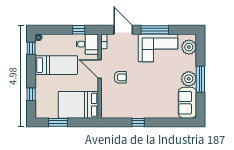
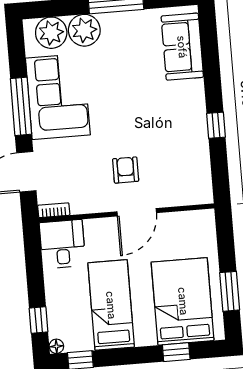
window: (79, 30) -> (39, 320), moved
door: (100, 69) -> (137, 212), moved
plant: (189, 79) -> (84, 30), moved
sofa: (187, 103) -> (182, 47), moved, turned 90
bed: (78, 105) -> (183, 301), moved, turned 180

